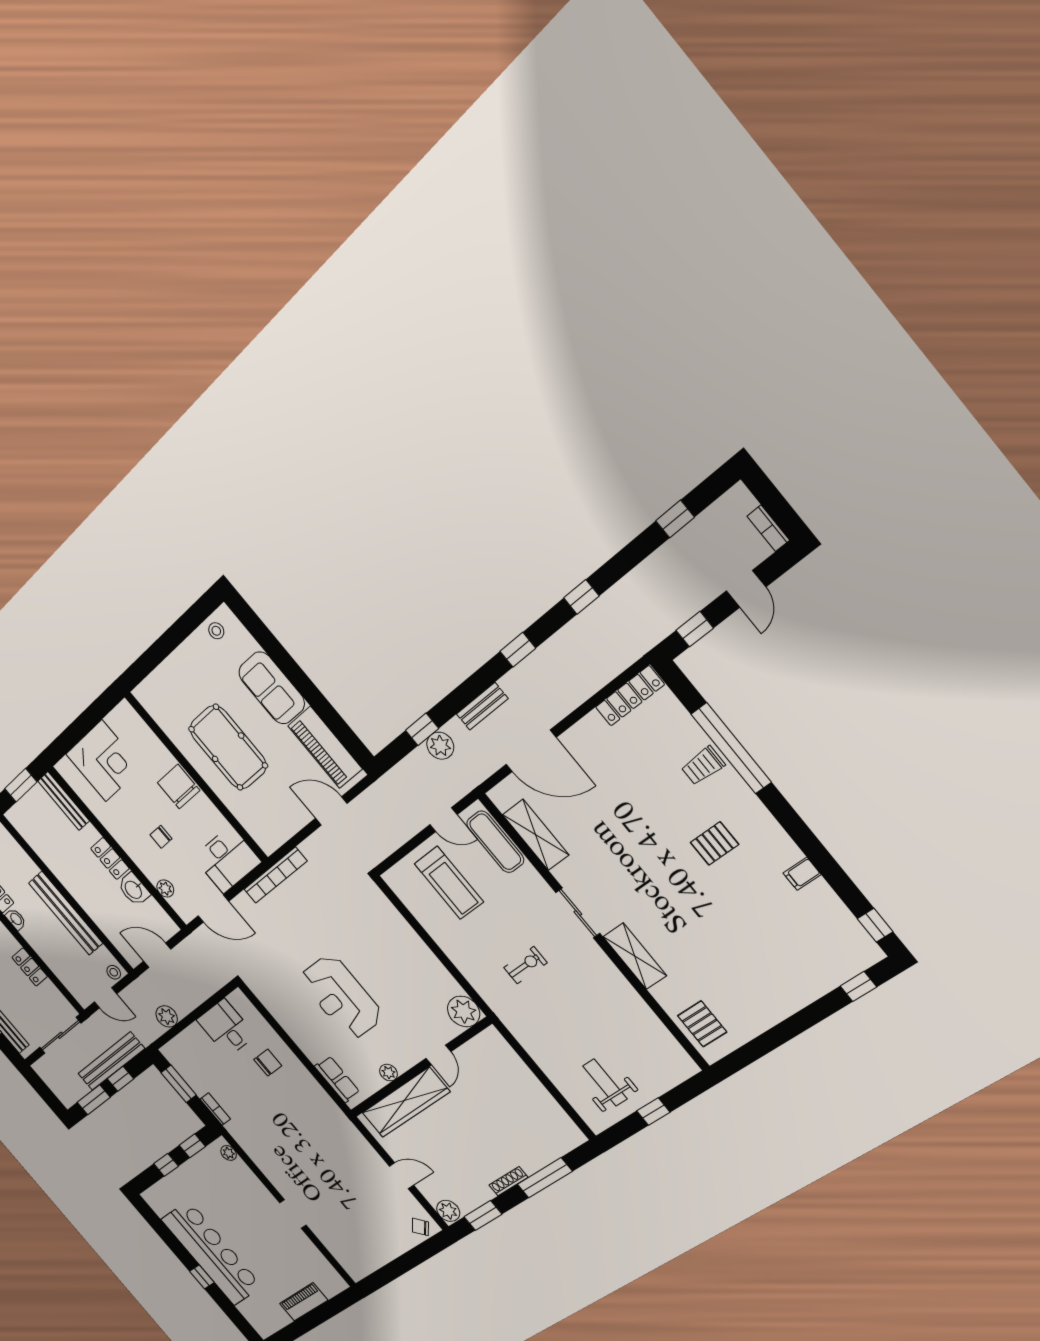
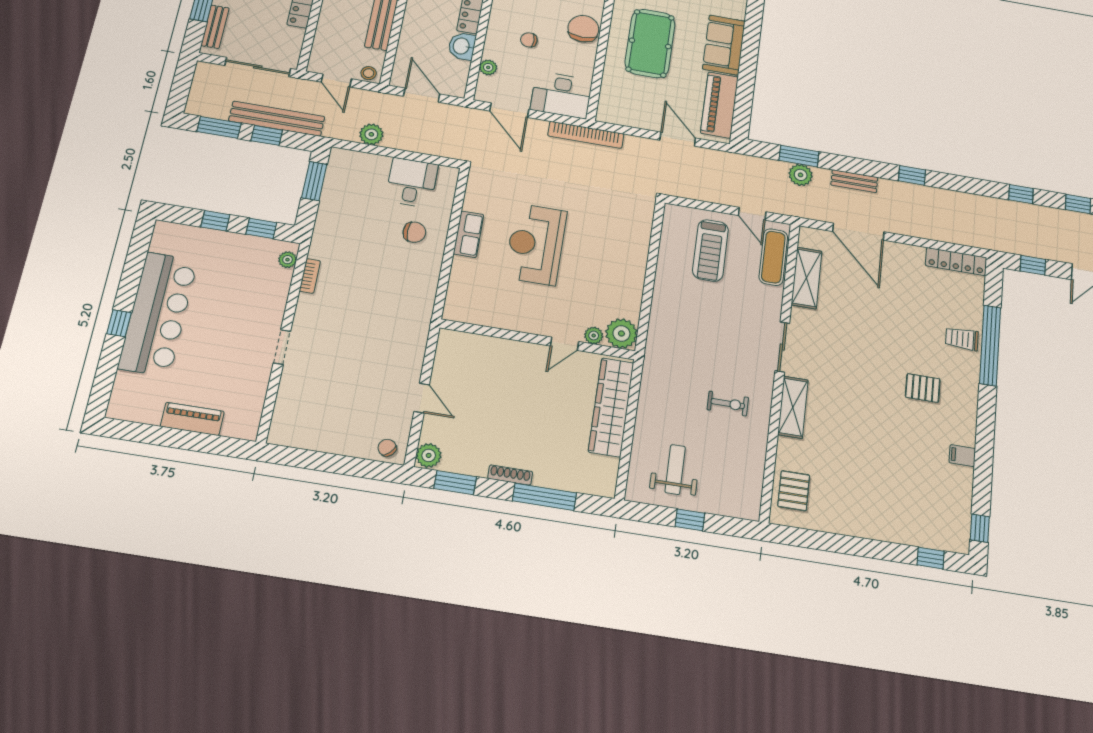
window: (581, 597) -> (1021, 194), moved
window: (422, 729) -> (799, 156), width x1.50
exercise bike: (525, 965) -> (728, 404), moved
plant: (389, 1073) -> (594, 336), moved
row of seats: (337, 1079) -> (469, 234), moved
wardrobe: (406, 1102) -> (611, 407), moved, turned 90
bookcase: (215, 1109) -> (310, 276), moved

